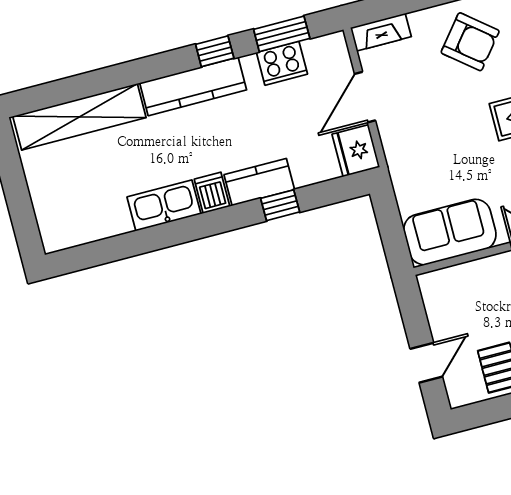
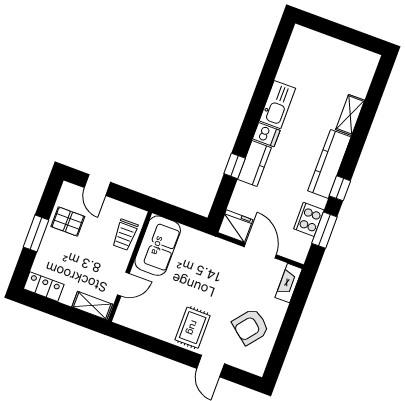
shelving: (79, 117) -> (350, 115), width x0.45, depth x0.75
trolley: (465, 283) -> (125, 235), added

